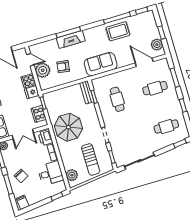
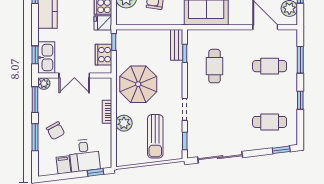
printer: (45, 138) -> (103, 89), removed
desk: (51, 173) -> (84, 155), moved, turned 83
plant: (72, 175) -> (124, 123), moved
filing cabinet: (23, 202) -> (63, 165), moved

